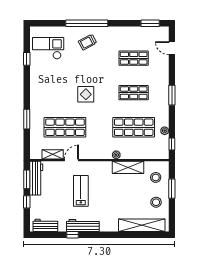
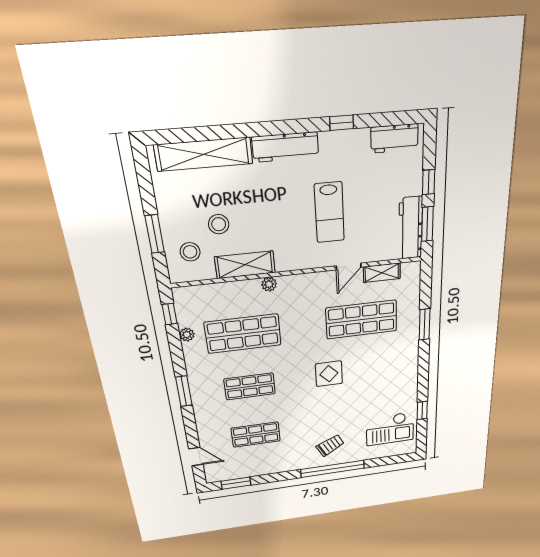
stool: (156, 202) -> (219, 224), moved
workbench: (83, 225) -> (285, 147), moved

